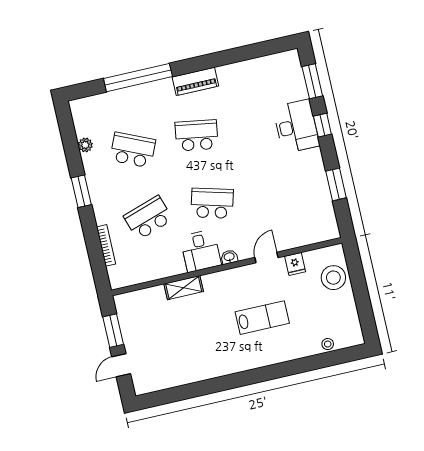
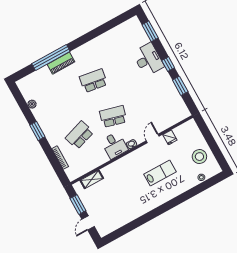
piano: (195, 81) -> (61, 63), moved
window: (322, 125) -> (168, 64), moved
school desk: (133, 150) -> (60, 99), removed
stool: (333, 278) -> (199, 157), moved
shelving: (184, 288) -> (92, 179), moved

